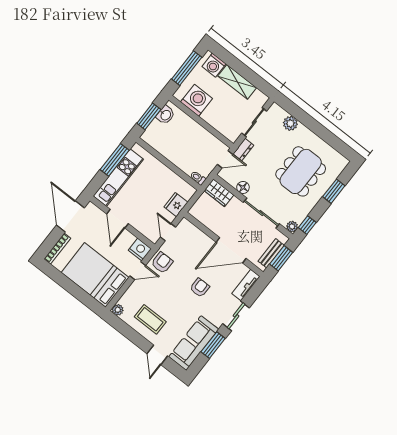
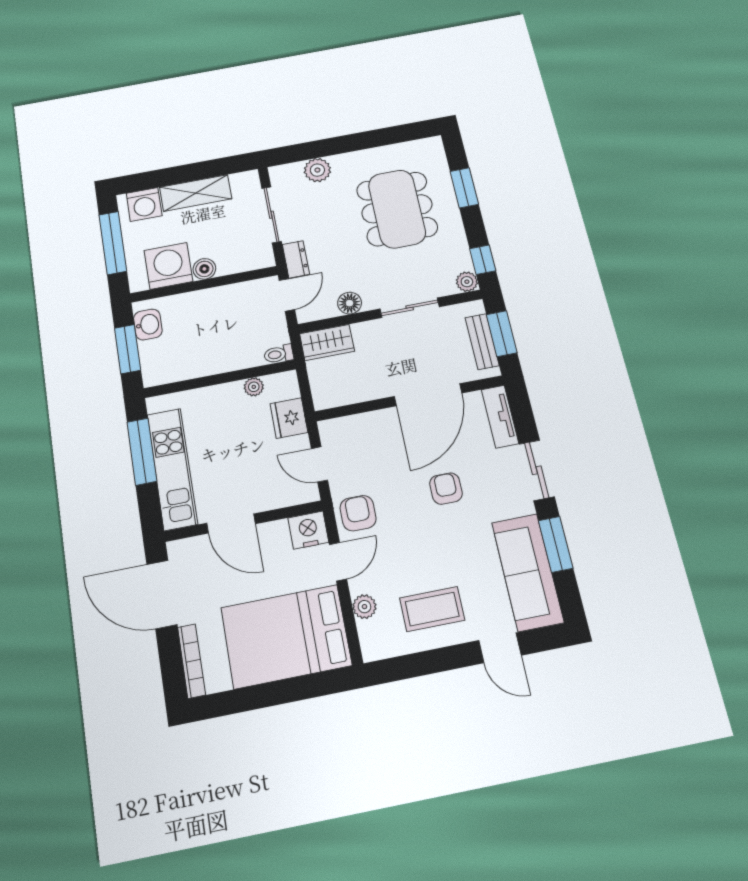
boiler: (208, 116) -> (204, 269), added
plant: (176, 180) -> (254, 387), added
sliding door: (261, 213) -> (410, 308), width x0.73
plant: (118, 310) -> (364, 607), moved

